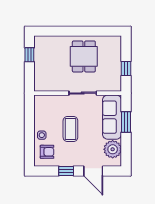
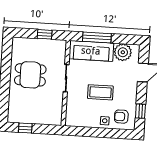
window: (126, 122) -> (97, 37), width x1.44
armchair: (47, 152) -> (121, 117), turned -90
window: (66, 171) -> (140, 111), moved

